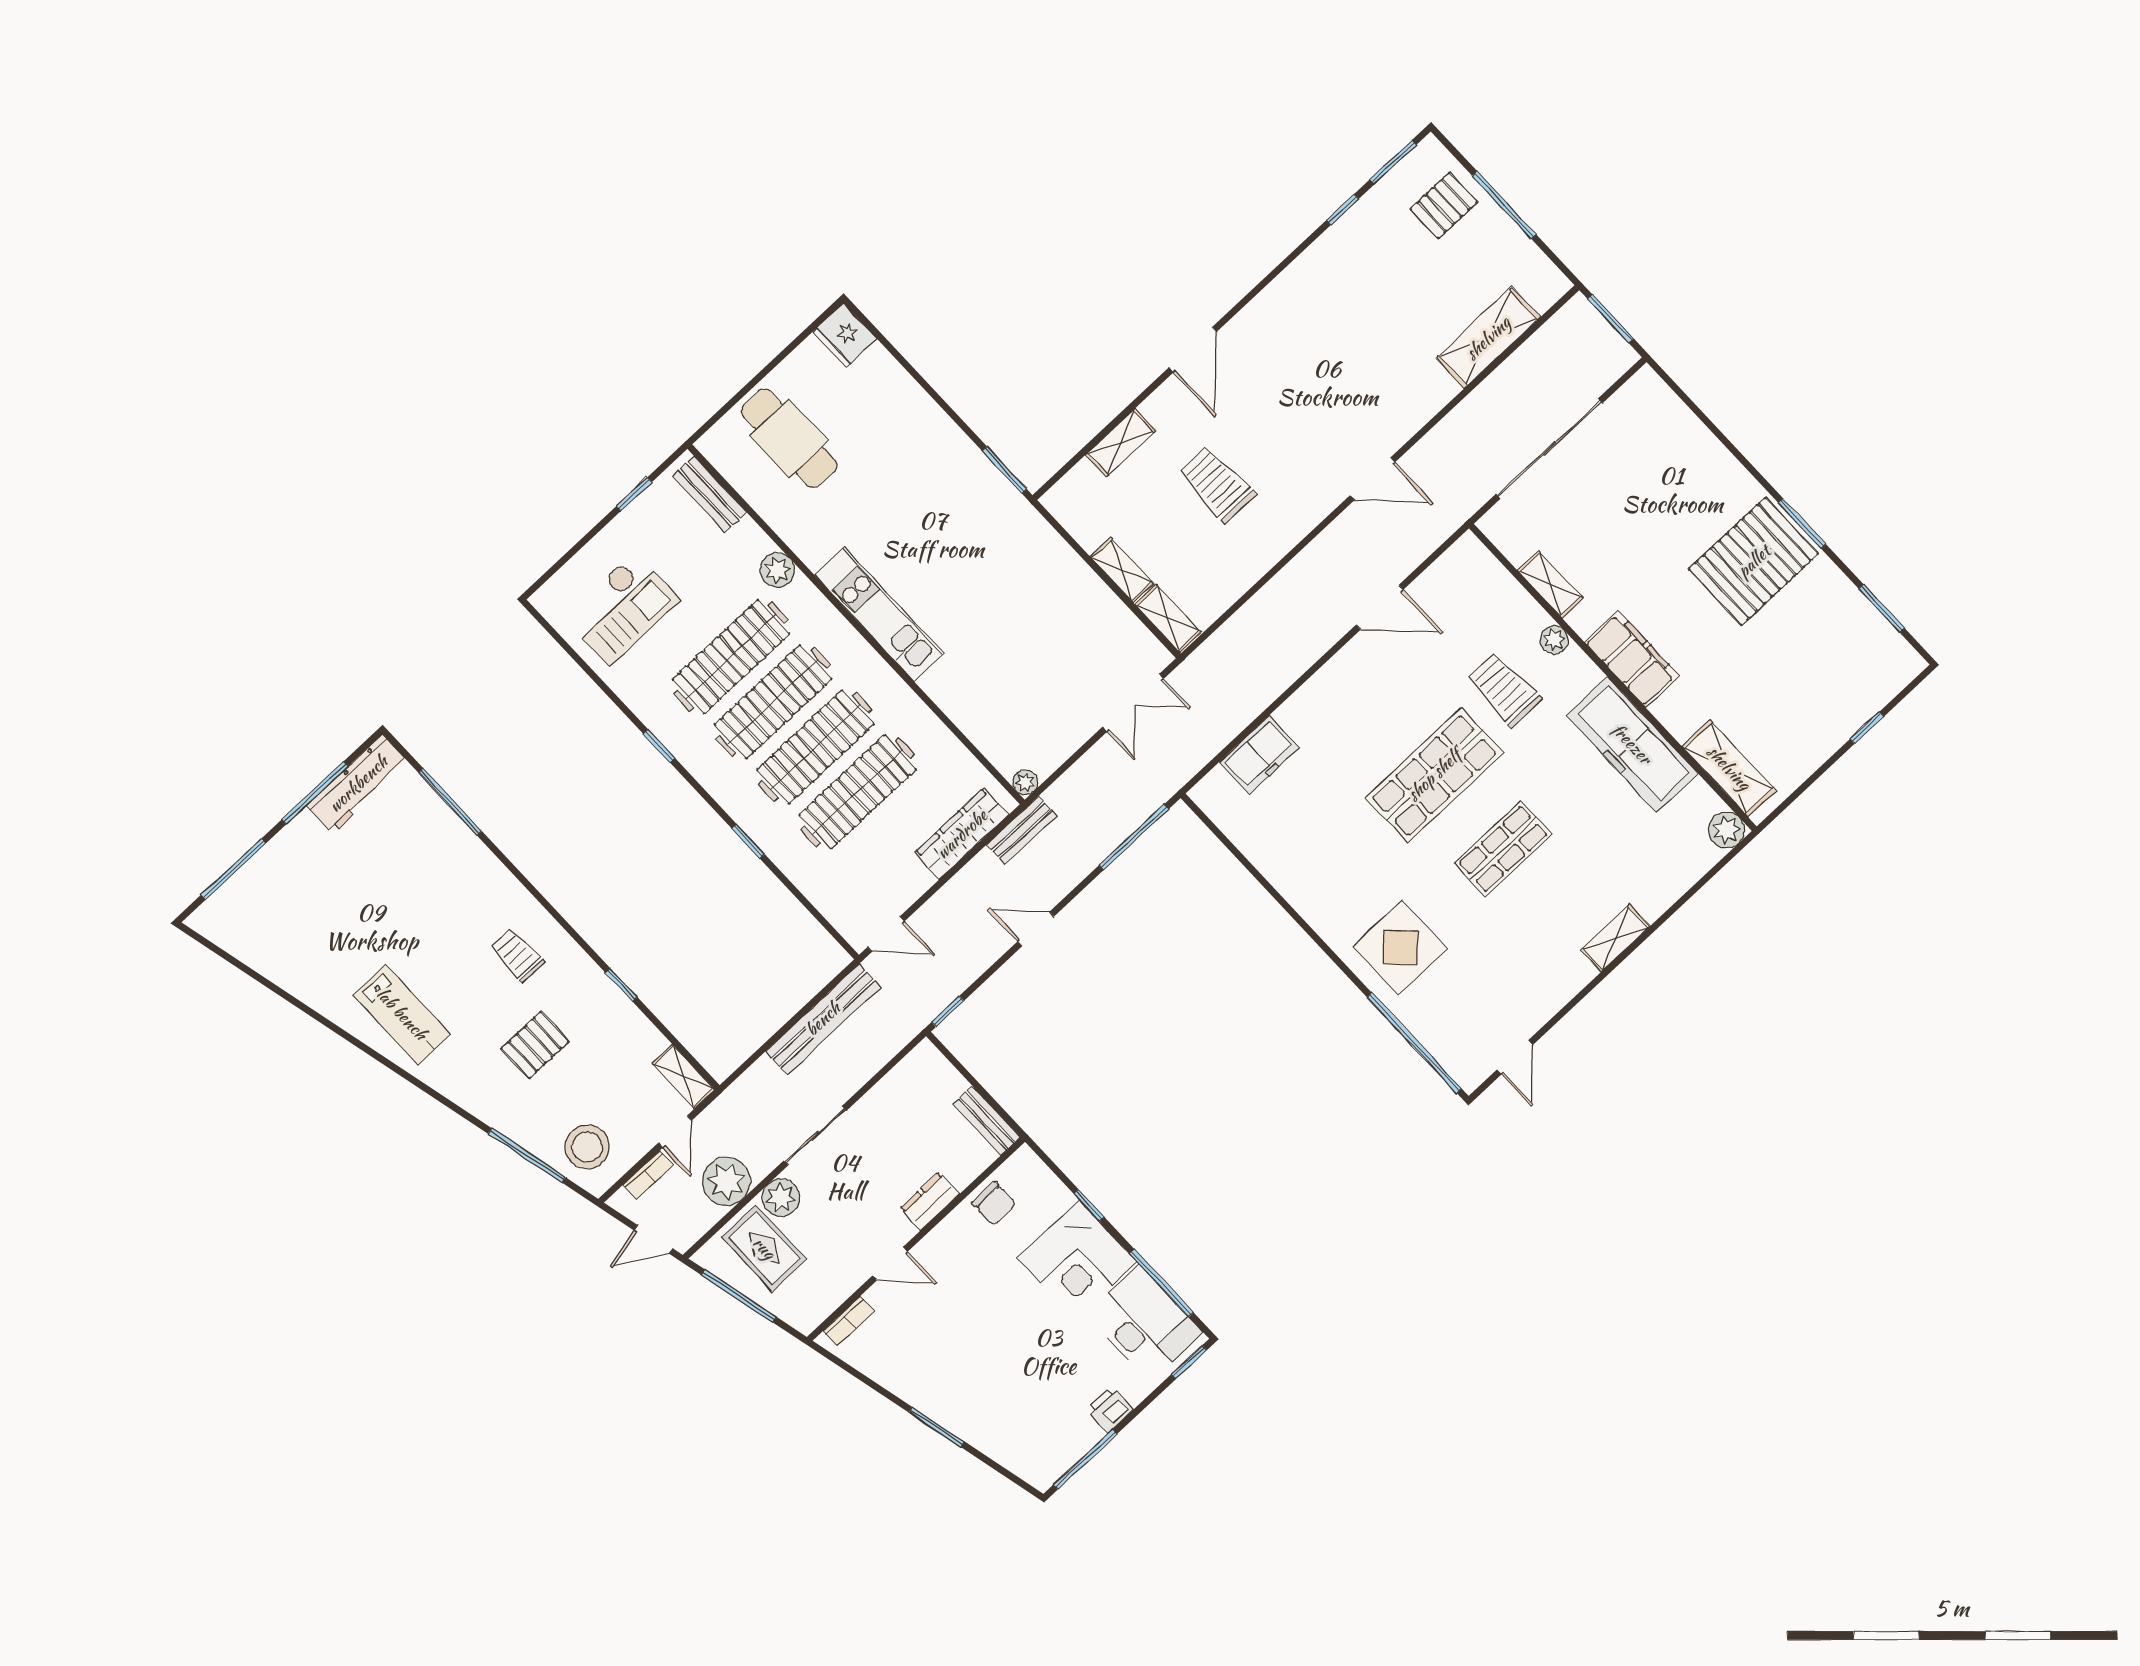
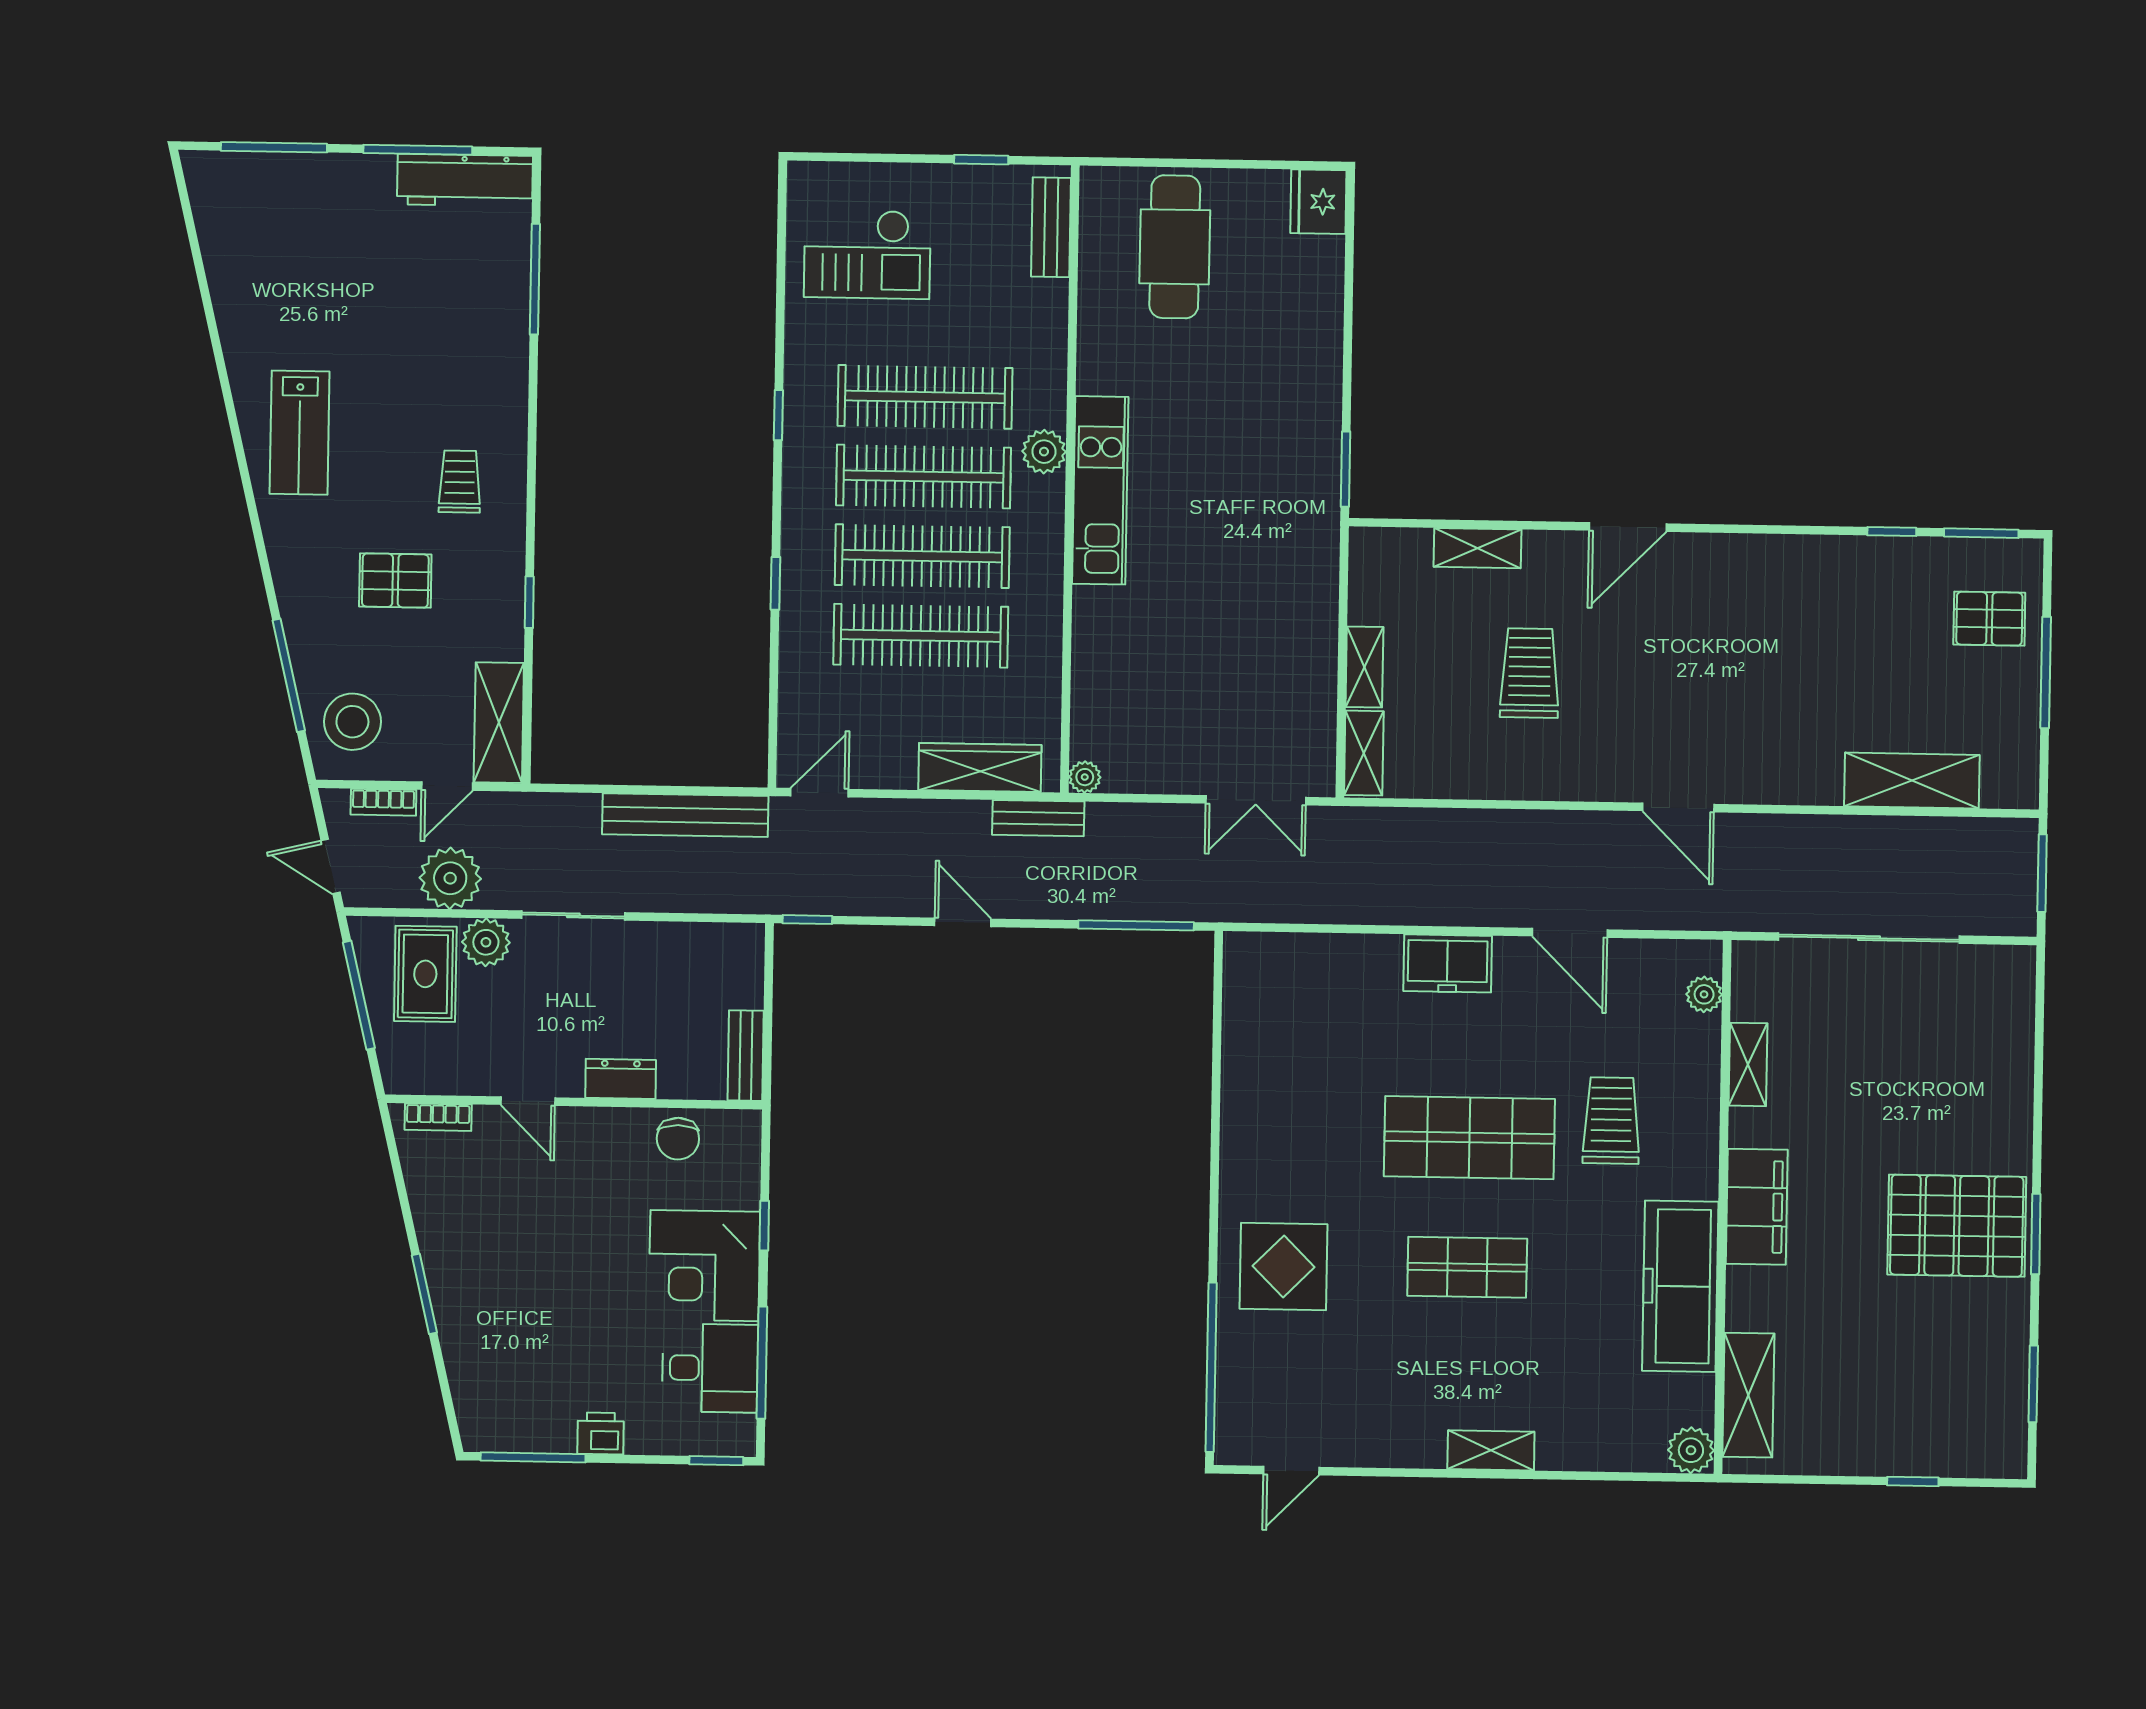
plant: (777, 570) -> (1044, 452), moved
plant: (1554, 640) -> (1704, 994), moved
freezer: (1259, 755) -> (1448, 963), moved
door: (886, 934) -> (819, 793), swing flipped
shelving: (683, 1077) -> (499, 723), width x1.50, depth x1.33
desk: (1144, 1323) -> (710, 1368), width x0.73

